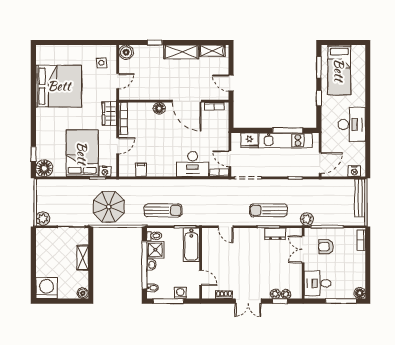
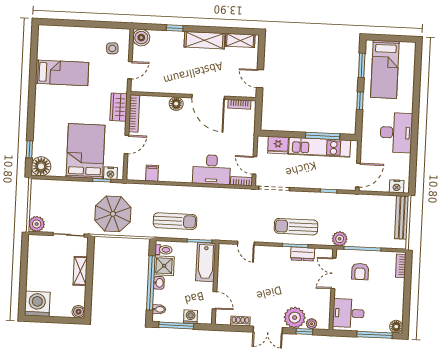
bed: (59, 86) -> (62, 73), width x0.49
armchair: (326, 247) -> (360, 272), turned -90
plant: (275, 294) -> (295, 318), width x1.87, depth x1.87

